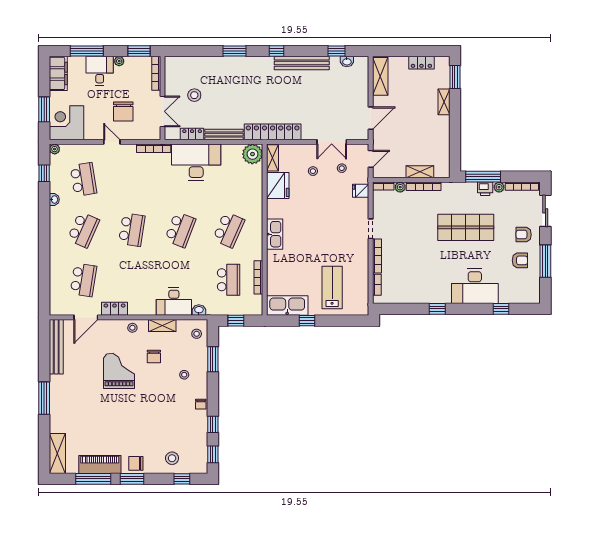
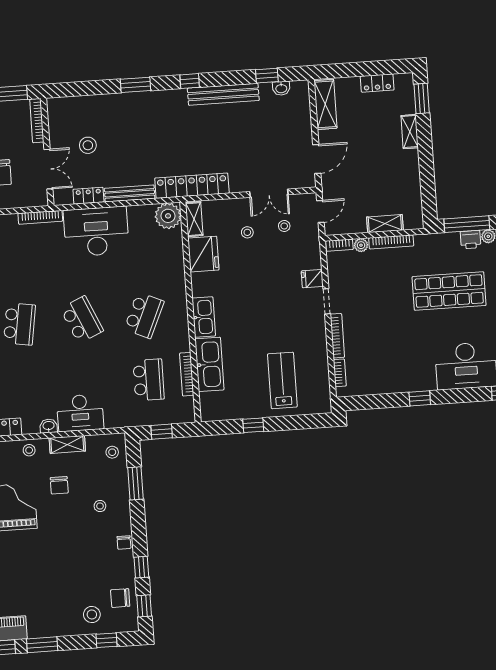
fridge: (361, 191) -> (312, 279), moved
school desk: (180, 230) -> (82, 320), turned -45
kitchen sink: (287, 305) -> (209, 364), moved, turned 90
washbasin: (199, 310) -> (49, 426), moved
chair: (136, 463) -> (120, 598), moved

